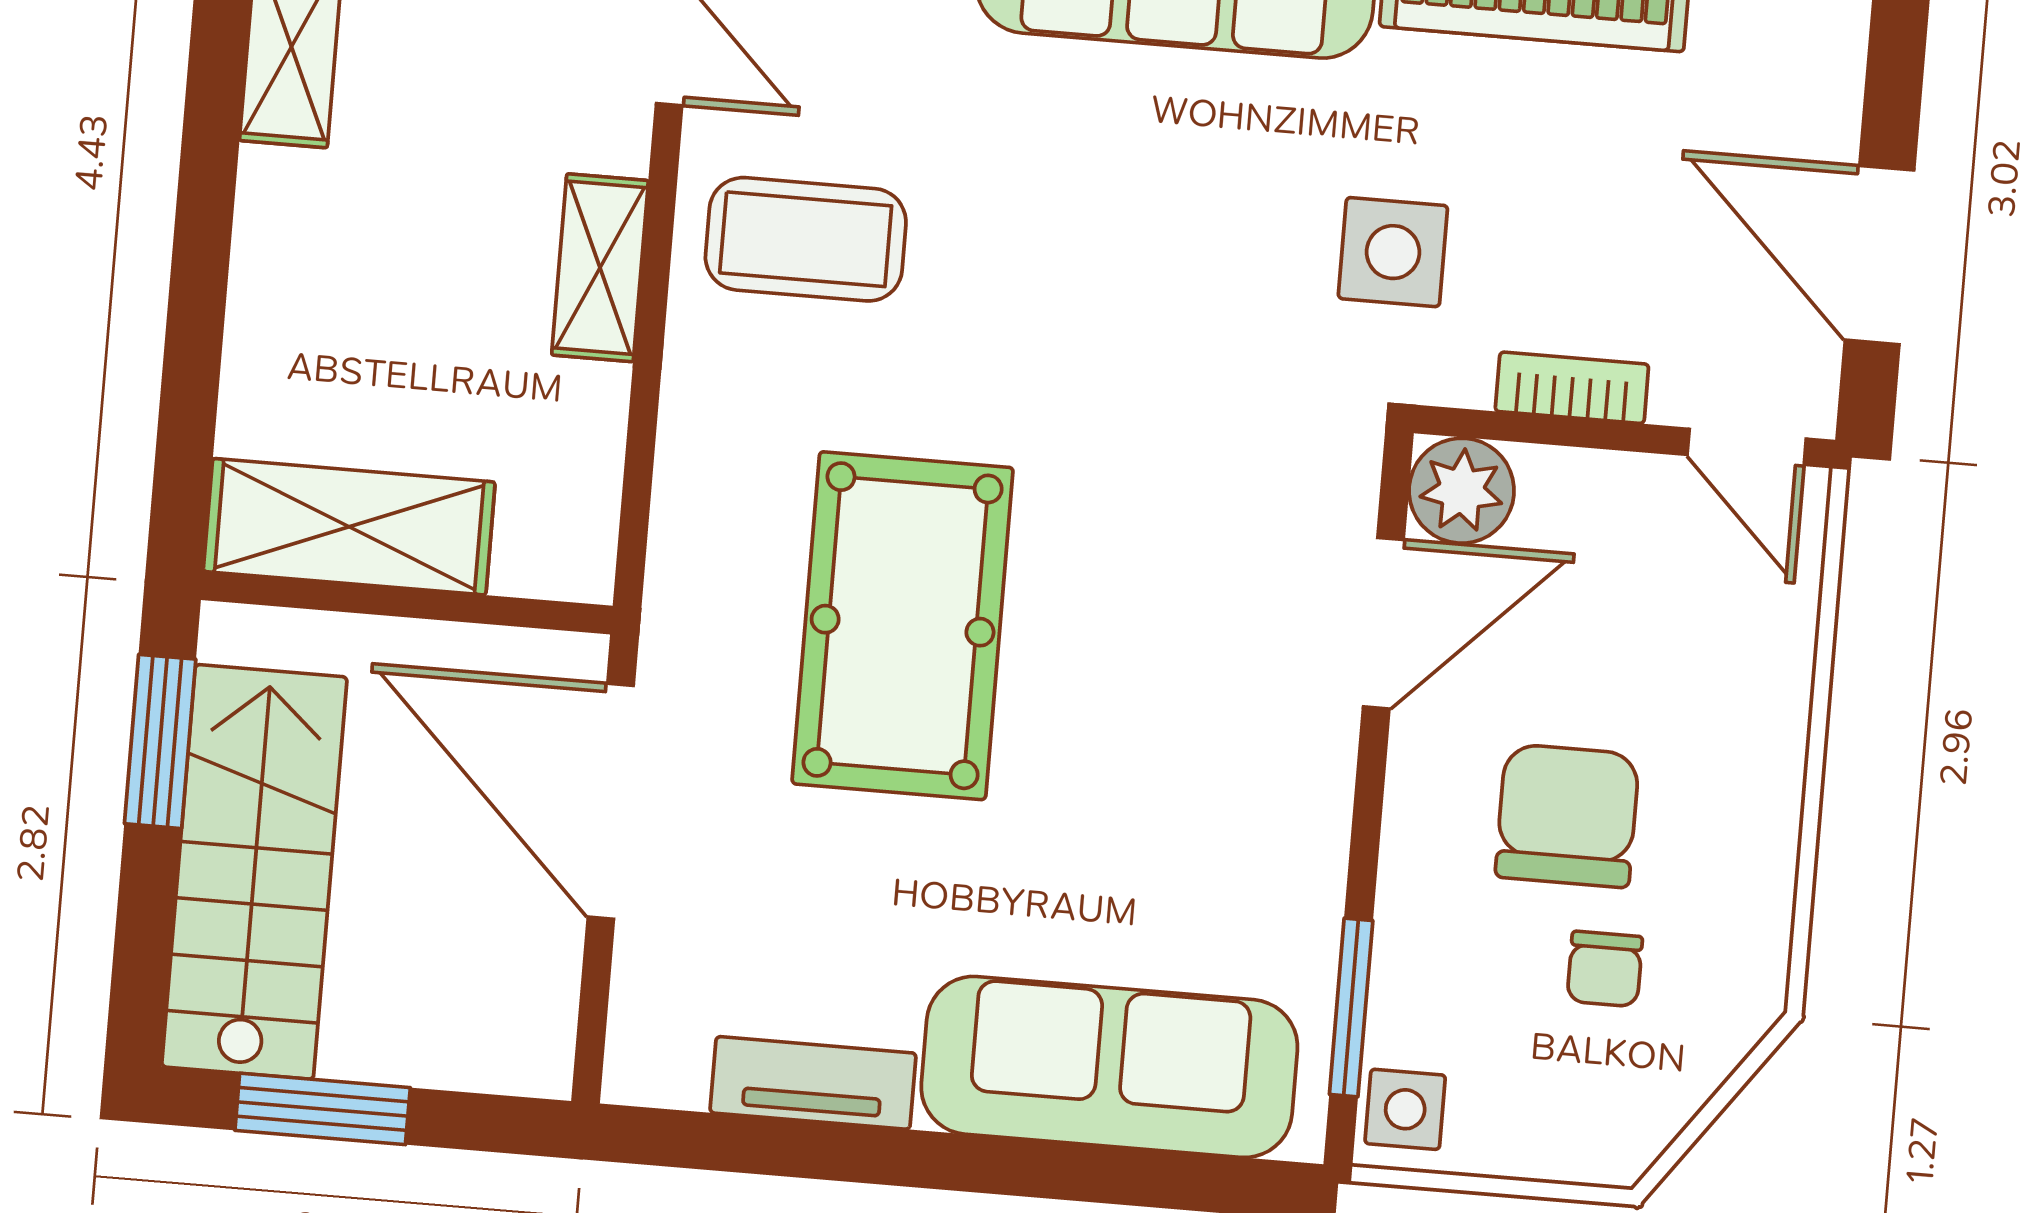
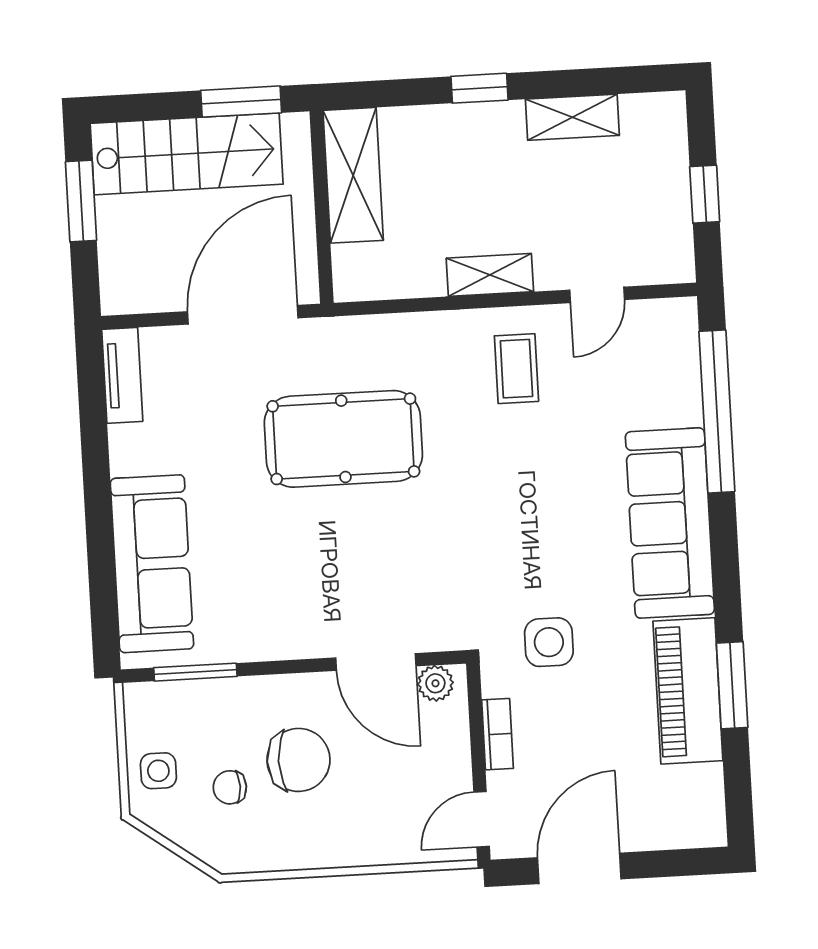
window: (203, 234) -> (479, 88), added
coffee table: (806, 239) -> (516, 369), width x0.73, depth x0.77
plant: (1462, 491) -> (435, 683), width x0.73, depth x0.73
tv unit: (813, 1083) -> (122, 375), moved
side table: (1405, 1109) -> (158, 771), moved

